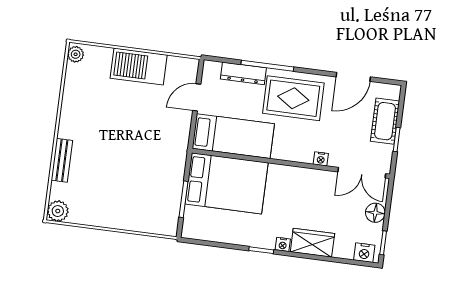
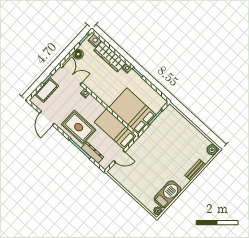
barbecue: (139, 67) -> (168, 194), moved, turned -90
door: (353, 77) -> (47, 118), swing flipped
wardrobe: (312, 243) -> (110, 57), width x1.50

